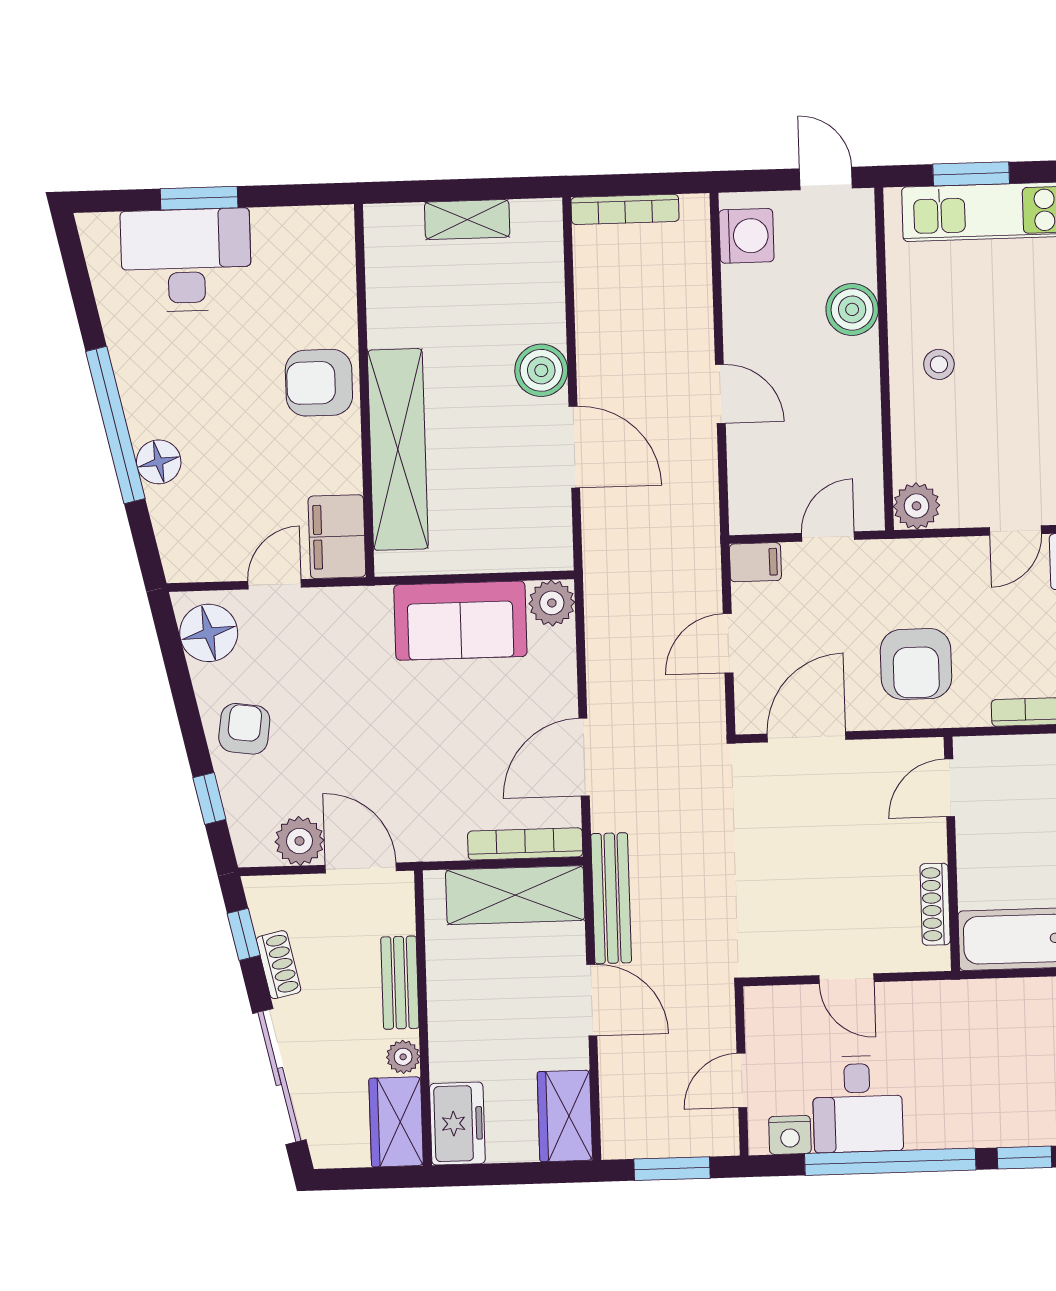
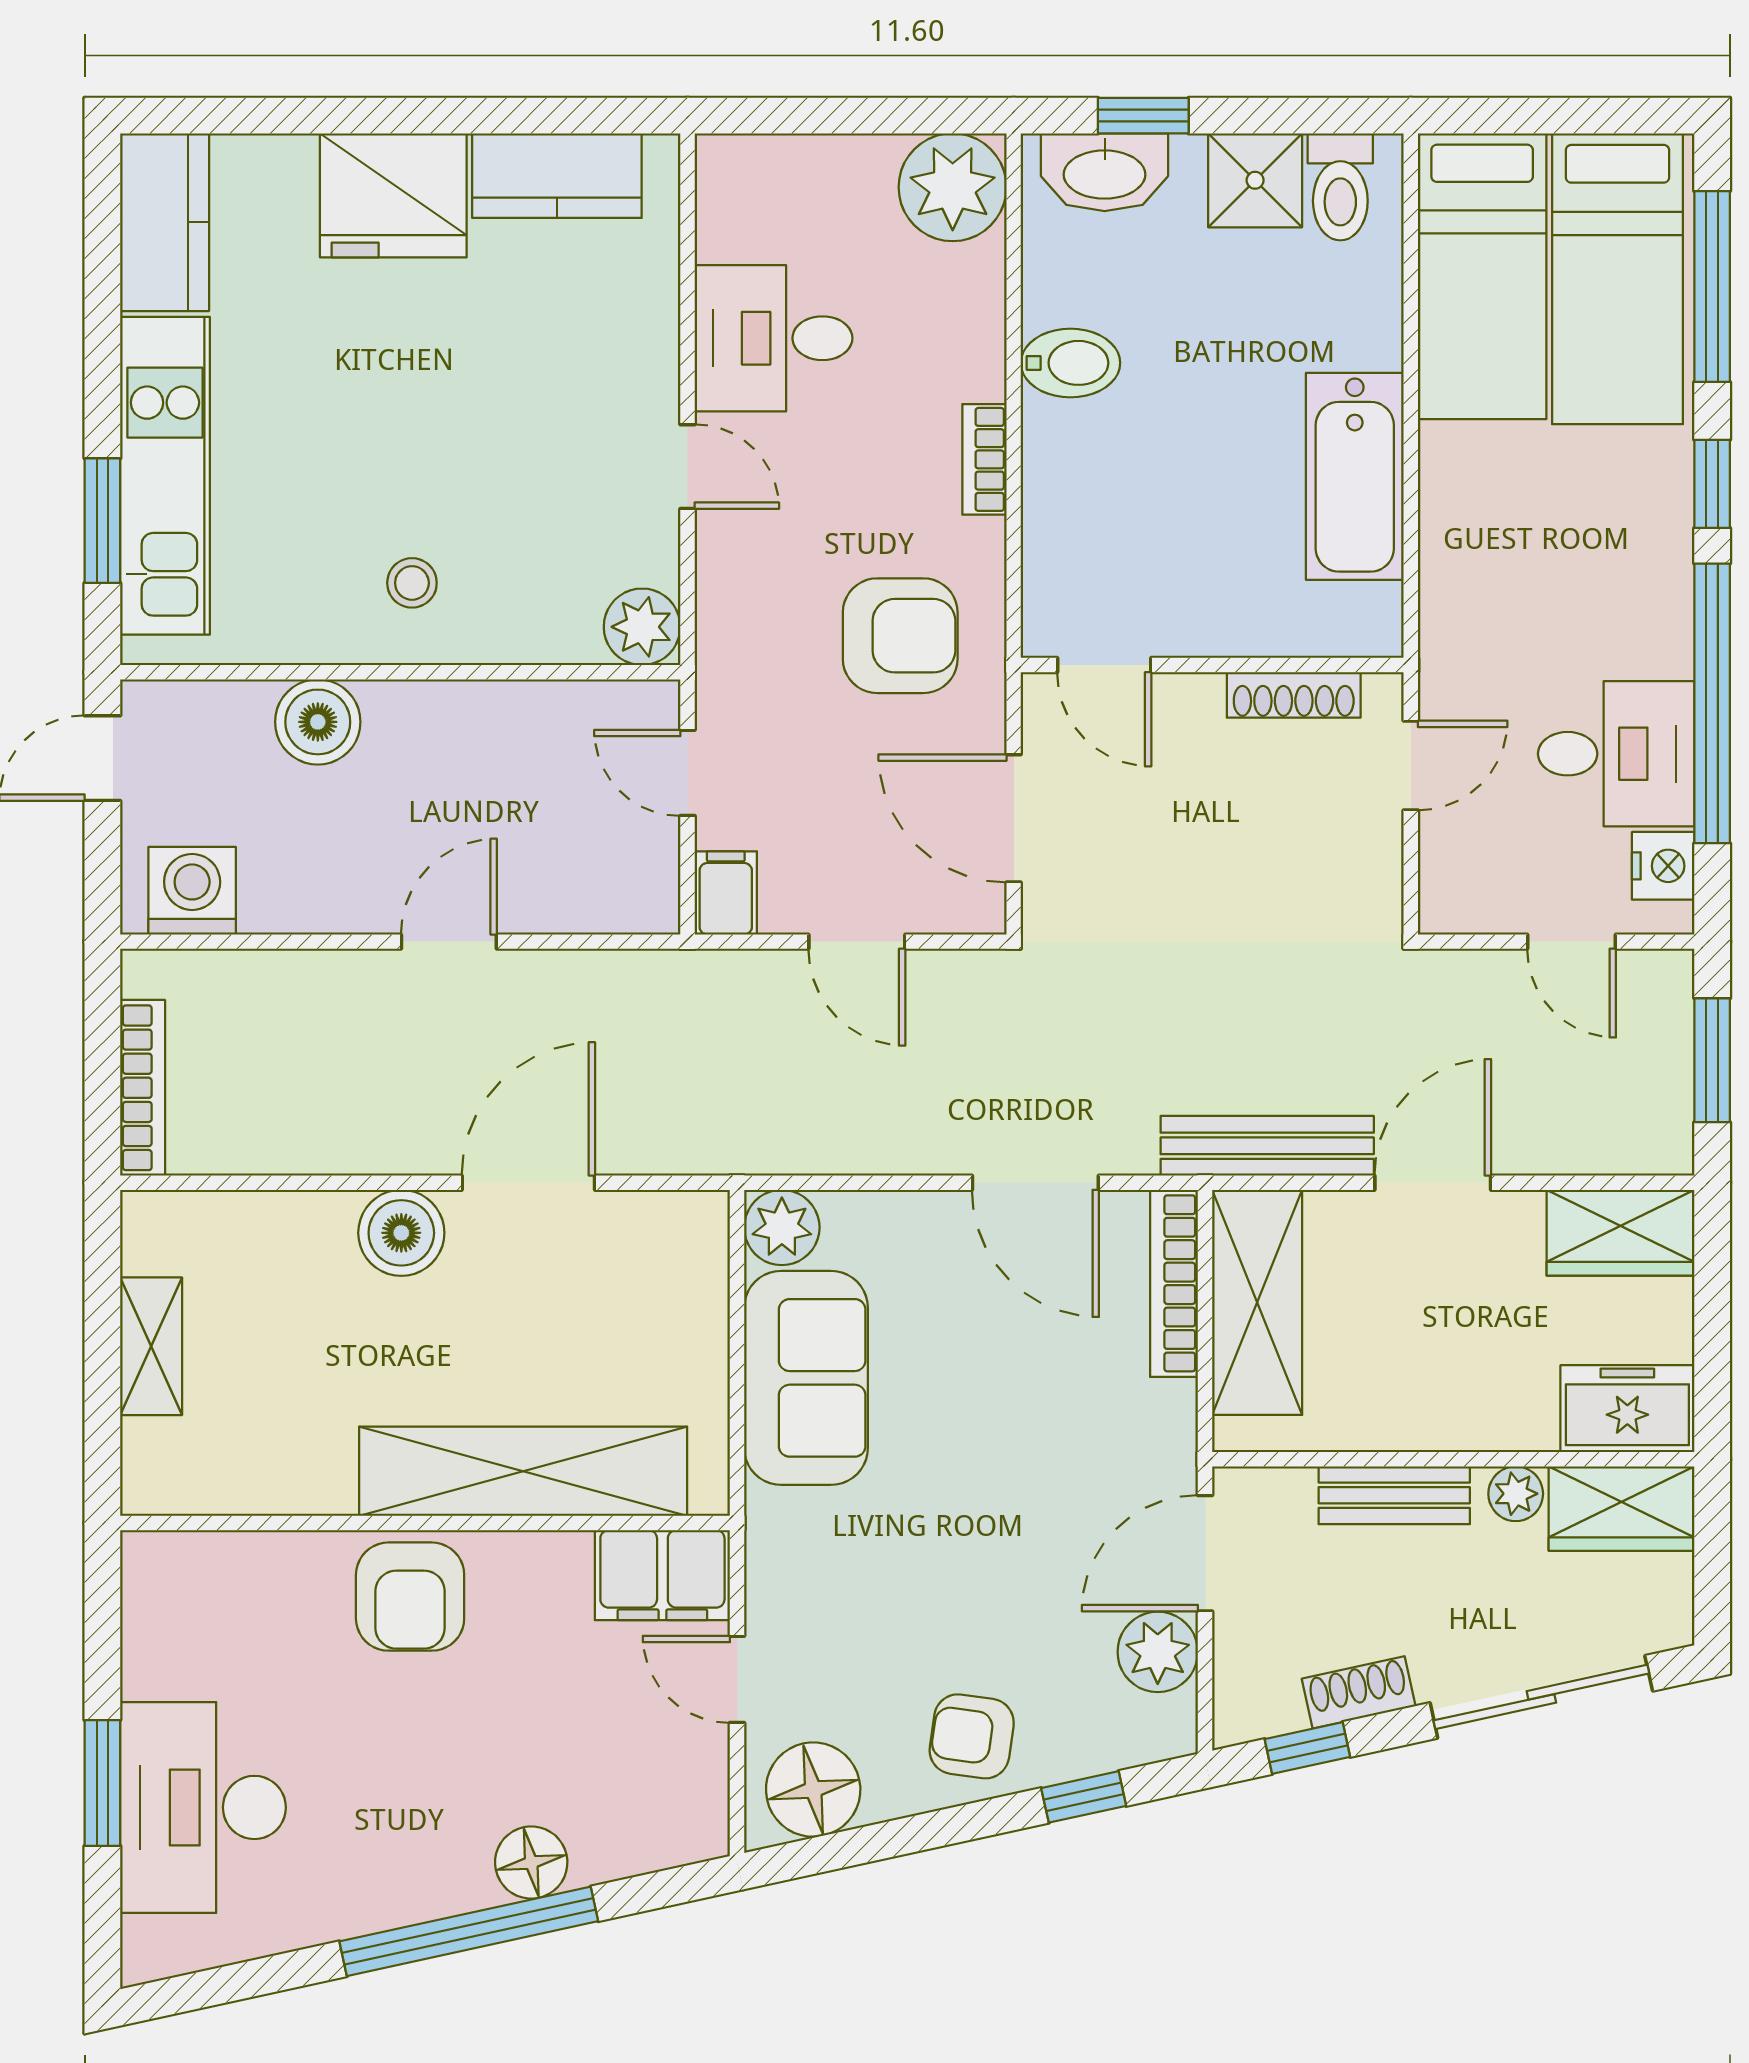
door: (950, 788) -> (1104, 665), moved
wall: (952, 854) -> (1212, 665), moved
shoe rack: (935, 904) -> (1294, 695), moved

